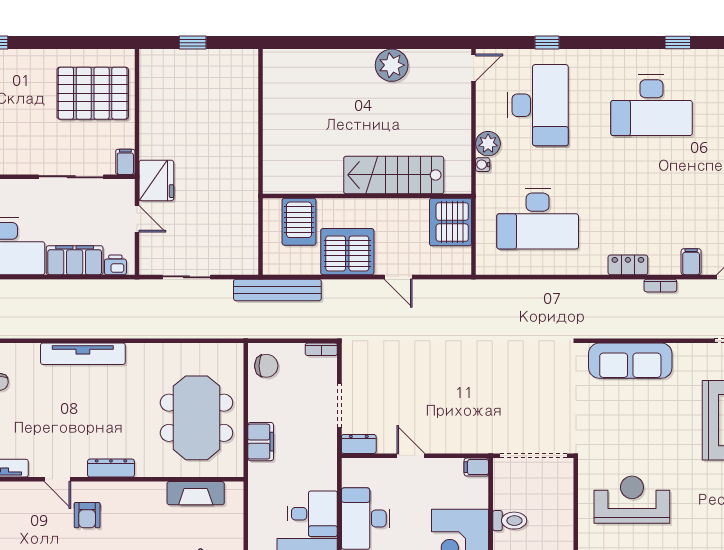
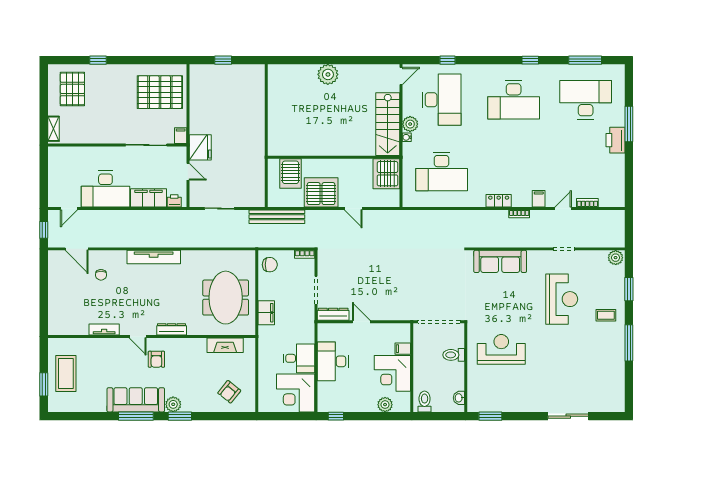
plant: (392, 65) -> (328, 74), moved
stairs: (394, 175) -> (388, 124), moved, turned -90
dresser: (359, 444) -> (333, 314), width x1.44
filing cabinet: (476, 467) -> (403, 349), moved
toilet: (510, 521) -> (454, 355), moved, turned 180

